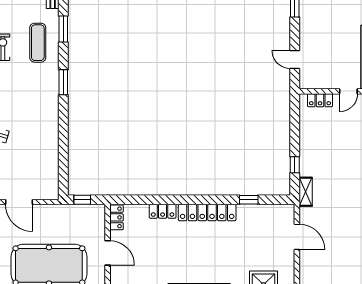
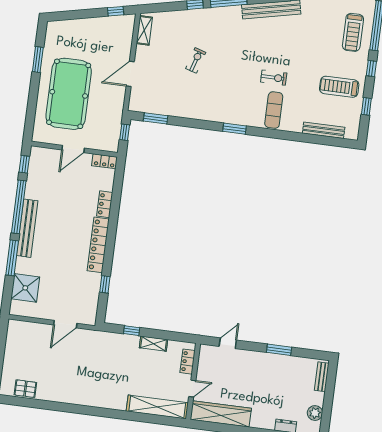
window: (63, 29) -> (156, 118), moved
exercise mat: (38, 43) -> (274, 110), turned 90
door: (348, 91) -> (192, 389), swing flipped
shelving: (306, 192) -> (154, 344), moved

